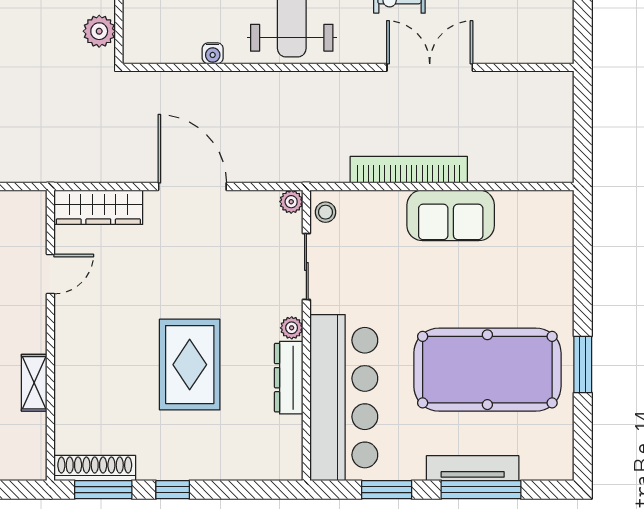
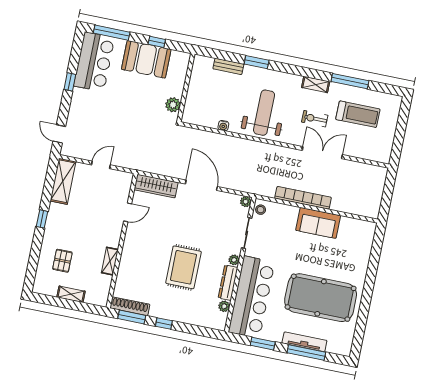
window: (583, 364) -> (365, 304), removed
plant: (291, 428) -> (224, 306), added

